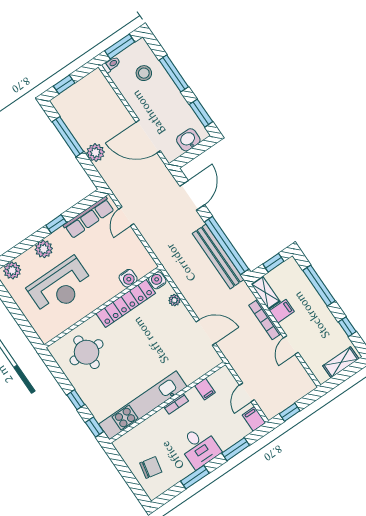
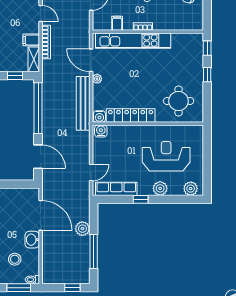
washbasin: (188, 140) -> (32, 240), moved, turned 90
door: (192, 195) -> (38, 157), swing flipped
bench: (218, 256) -> (83, 103), moved
water cooler: (128, 278) -> (101, 131), moved
plant: (174, 300) -> (97, 79), moved
door: (291, 345) -> (41, 13), hinge flipped
kitchen unit: (143, 405) -> (133, 41), moved

